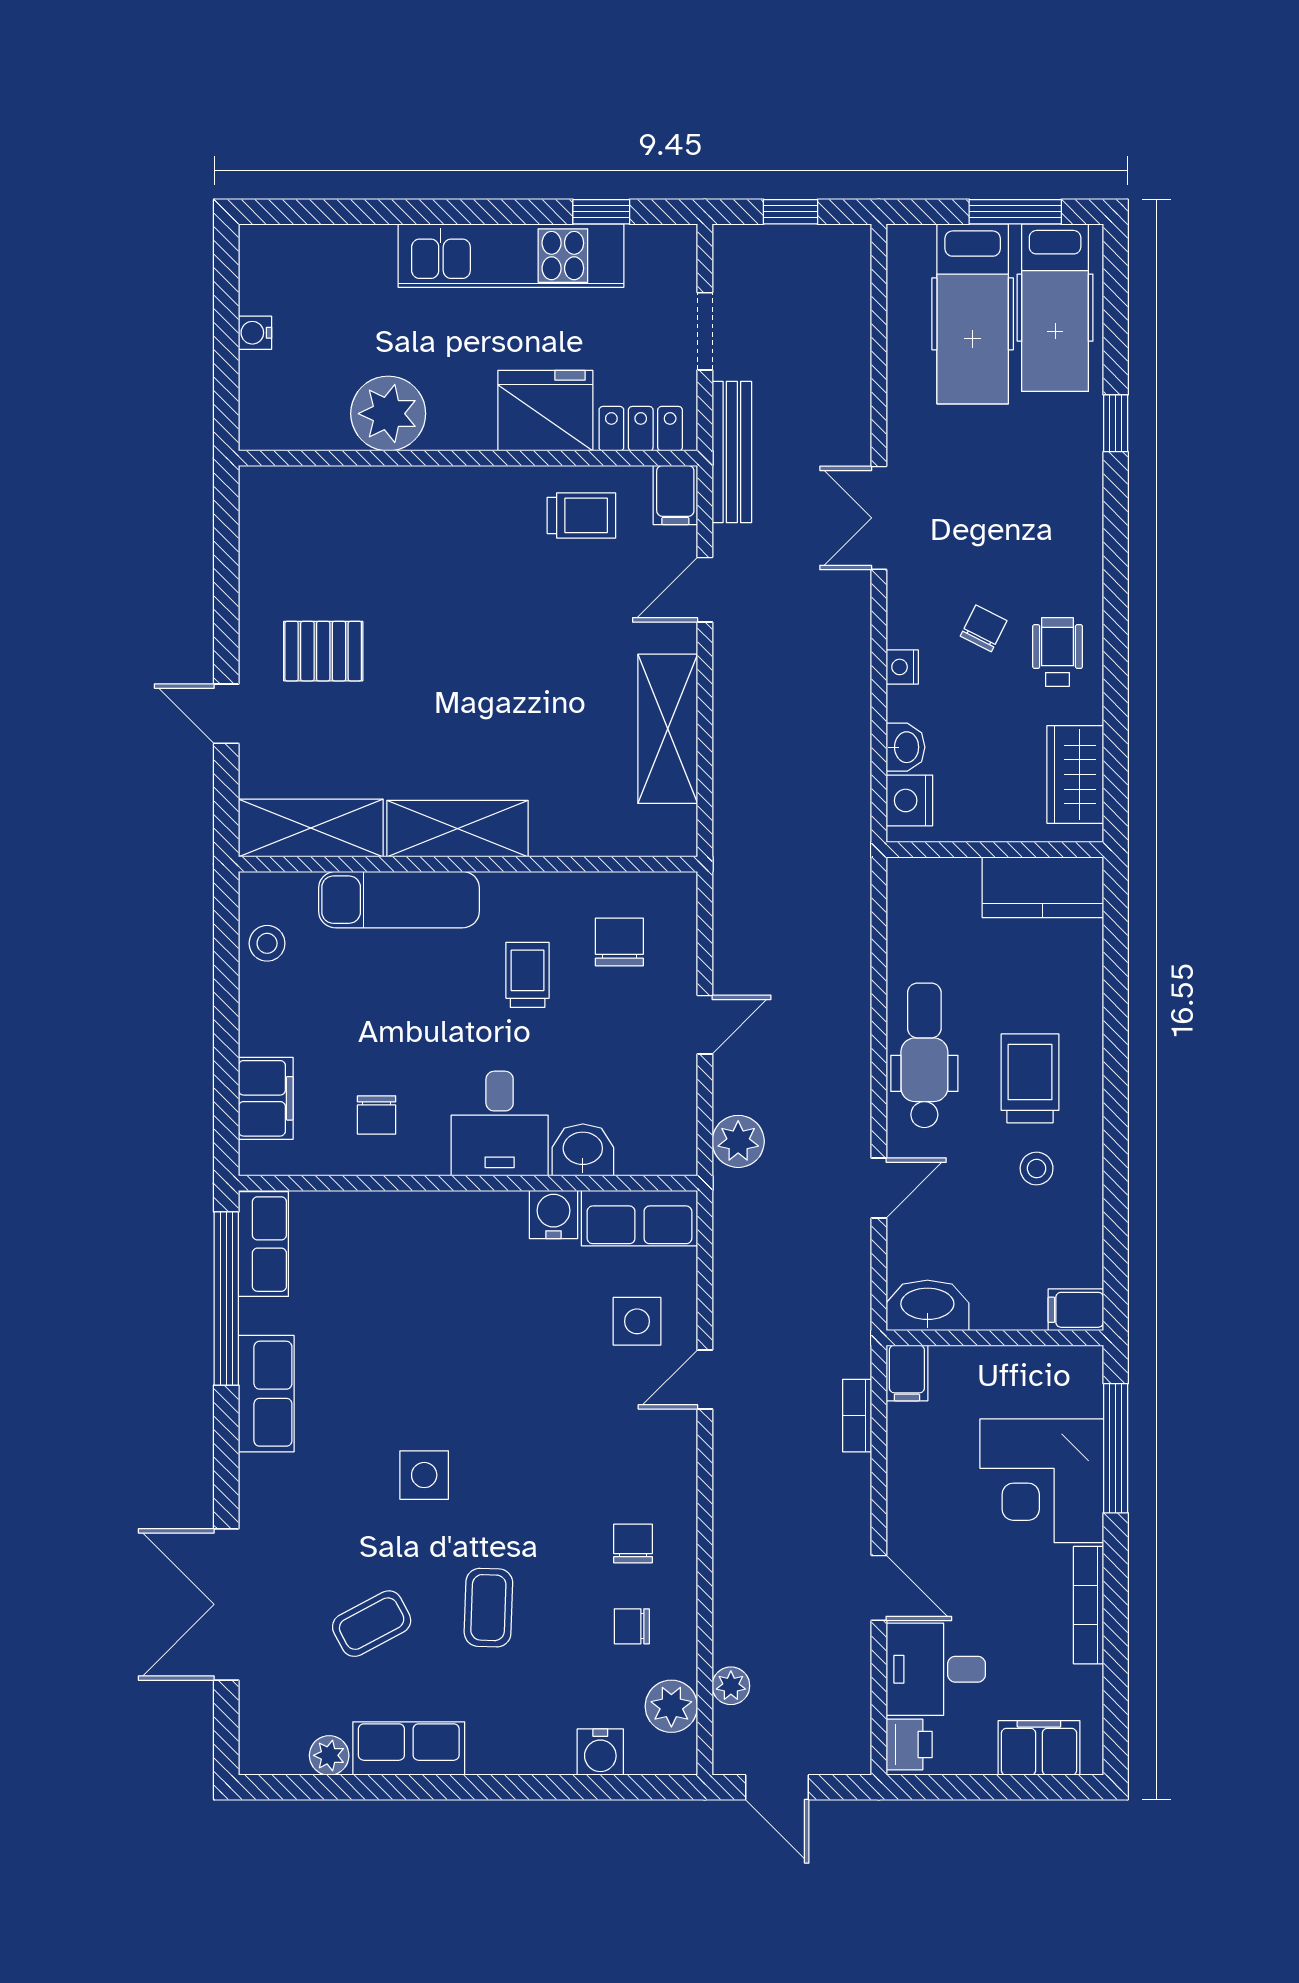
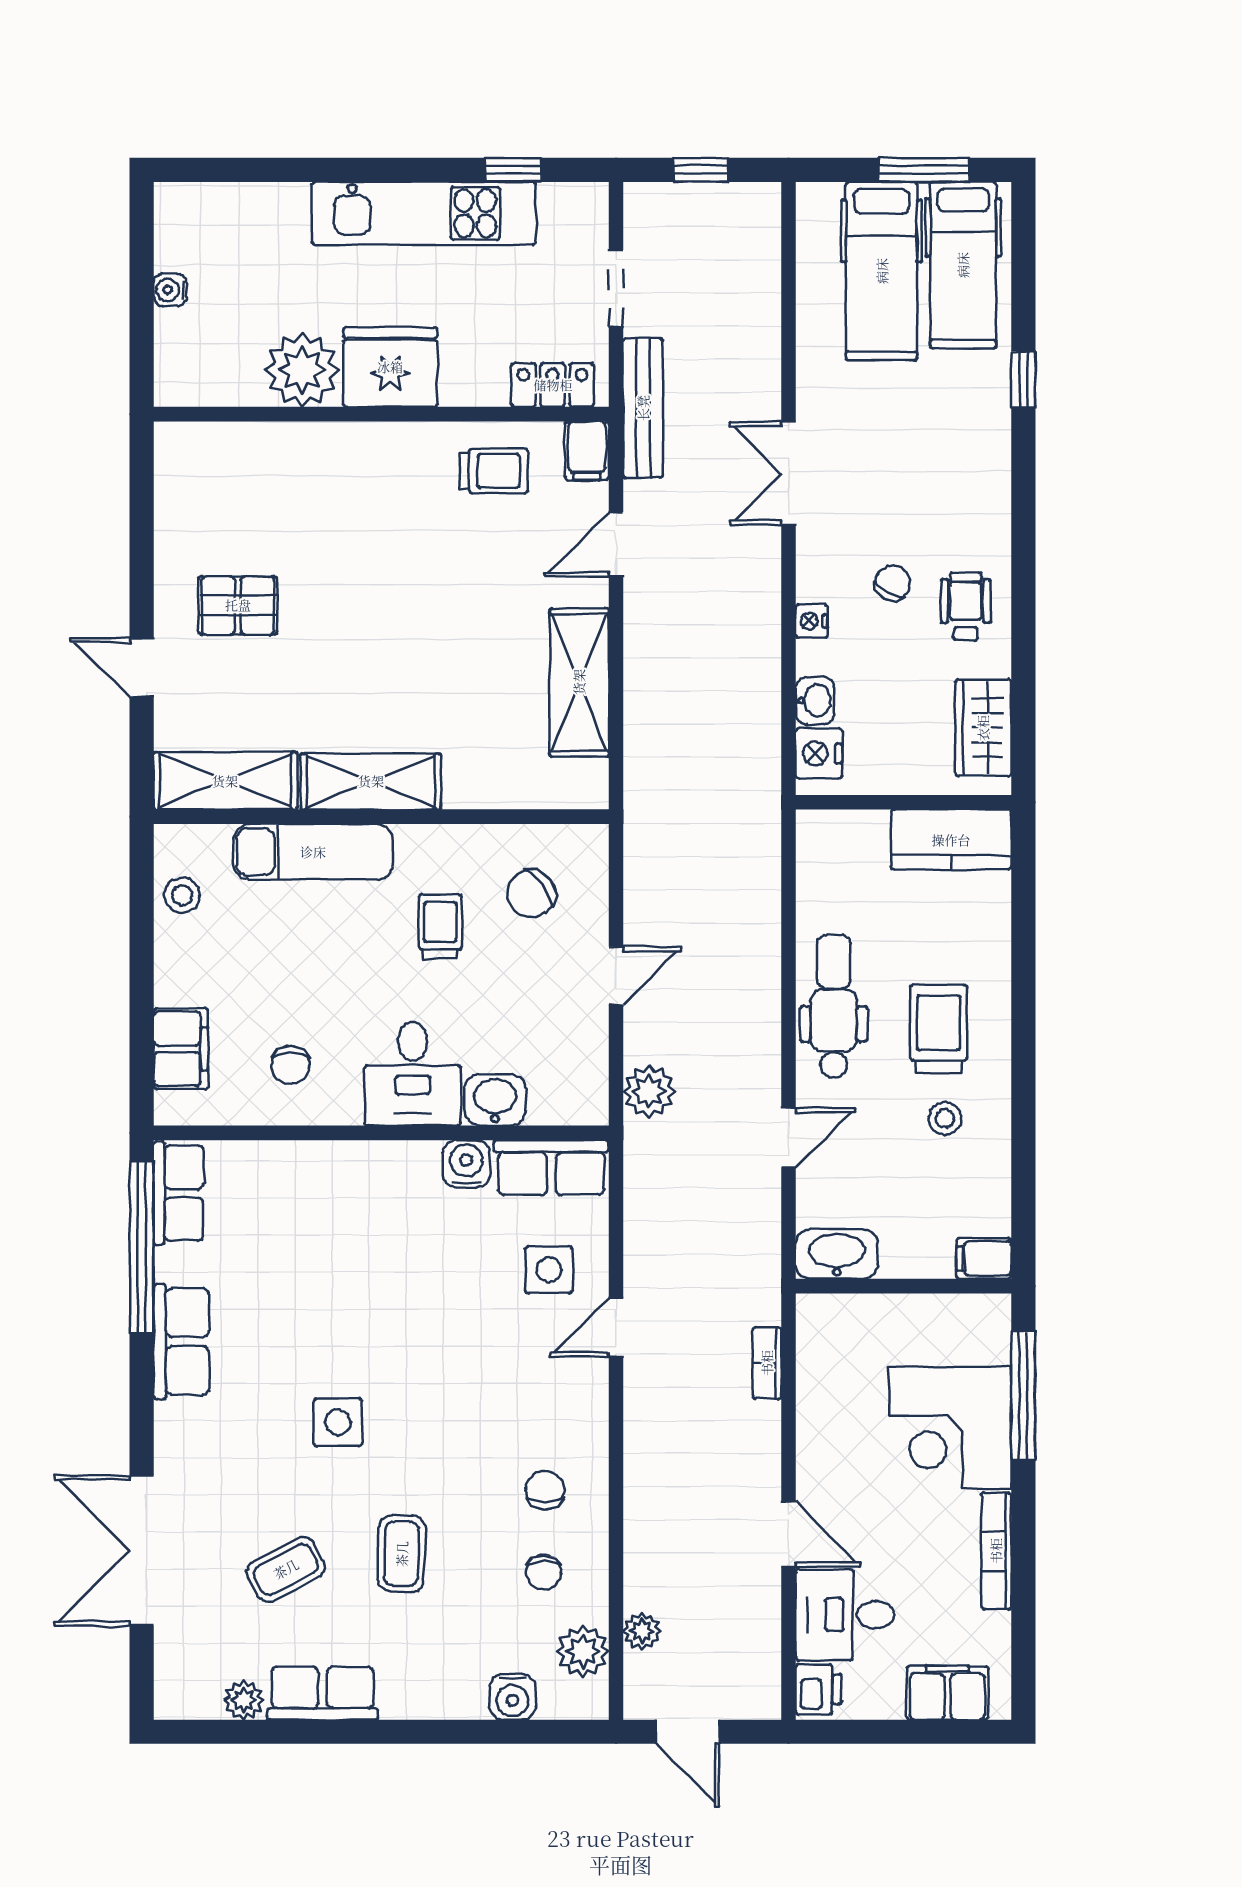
fridge: (545, 411) -> (390, 367), moved
chair: (619, 942) -> (531, 894), turned -127
filing cabinet: (907, 1373) -> (816, 1321), removed
chair: (632, 1626) -> (544, 1572), turned -90

